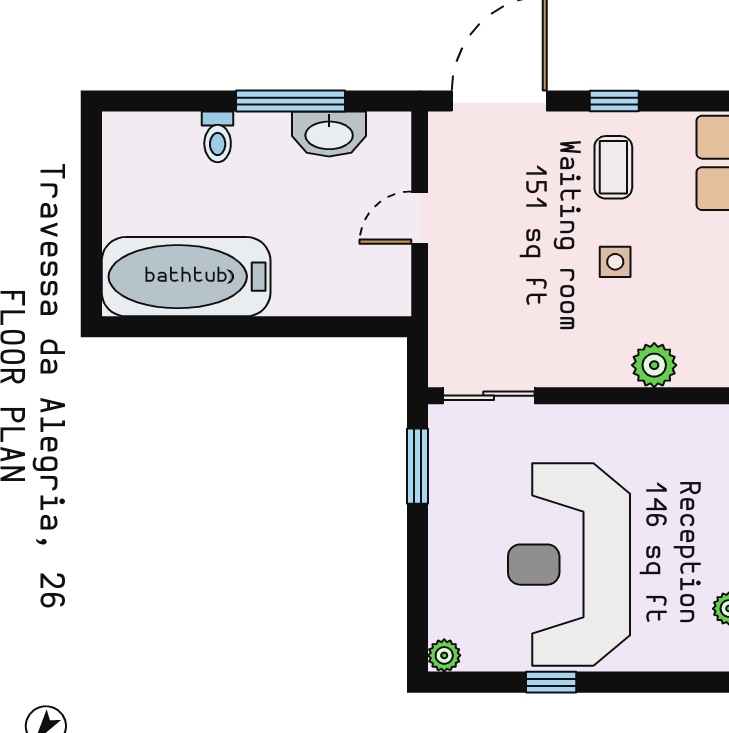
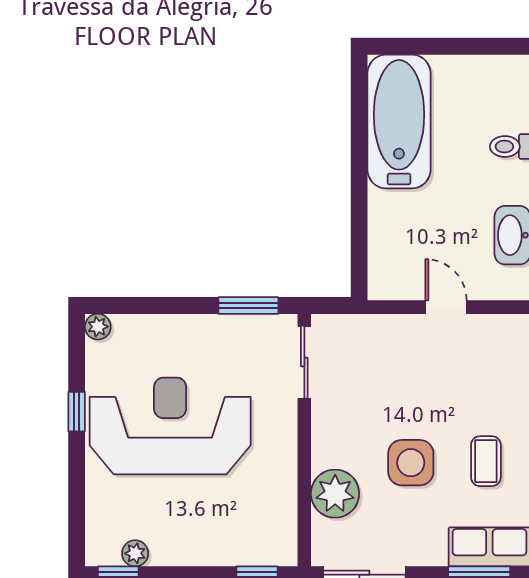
coffee table: (613, 167) -> (486, 461), turned 90
side table: (615, 262) -> (411, 463), width x1.87, depth x1.87
plant: (654, 365) -> (335, 494), width x1.36, depth x1.36

